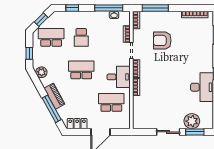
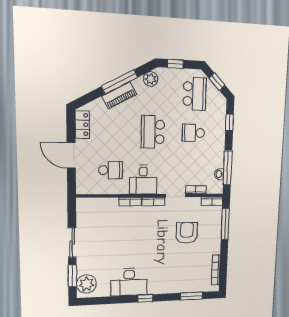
school desk: (81, 70) -> (153, 132), turned 180
school desk: (111, 102) -> (110, 170), width x0.54
window: (52, 109) -> (120, 82), moved
plant: (192, 121) -> (86, 284), moved

